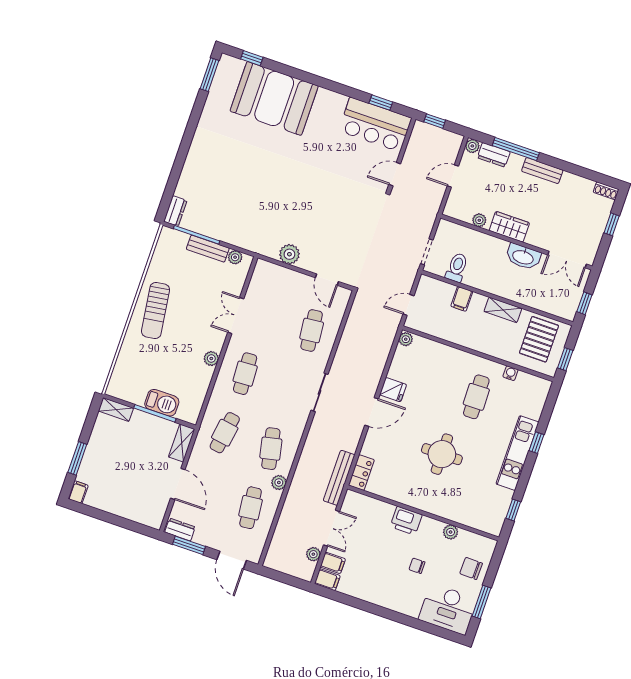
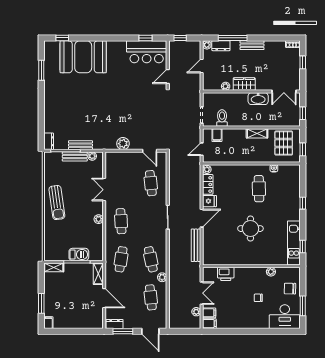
window: (209, 75) -> (41, 70), moved
bench: (223, 234) -> (80, 145), added
filing cabinet: (462, 299) -> (217, 135), moved
kitchen unit: (517, 453) -> (294, 243), moved
locker: (361, 473) -> (208, 184), moved
bench: (339, 478) -> (196, 245), moved
printer: (406, 521) -> (226, 274), moved

